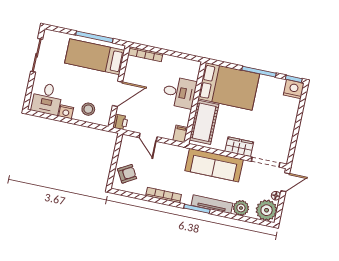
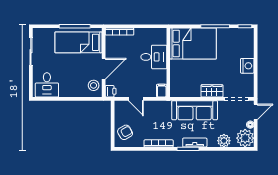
nightstand: (294, 89) -> (247, 66), moved, turned 90
stool: (88, 109) -> (94, 85), moved
nightstand: (66, 112) -> (65, 92), removed
cot: (204, 122) -> (179, 77), removed
tv unit: (212, 204) -> (195, 143), width x0.71

